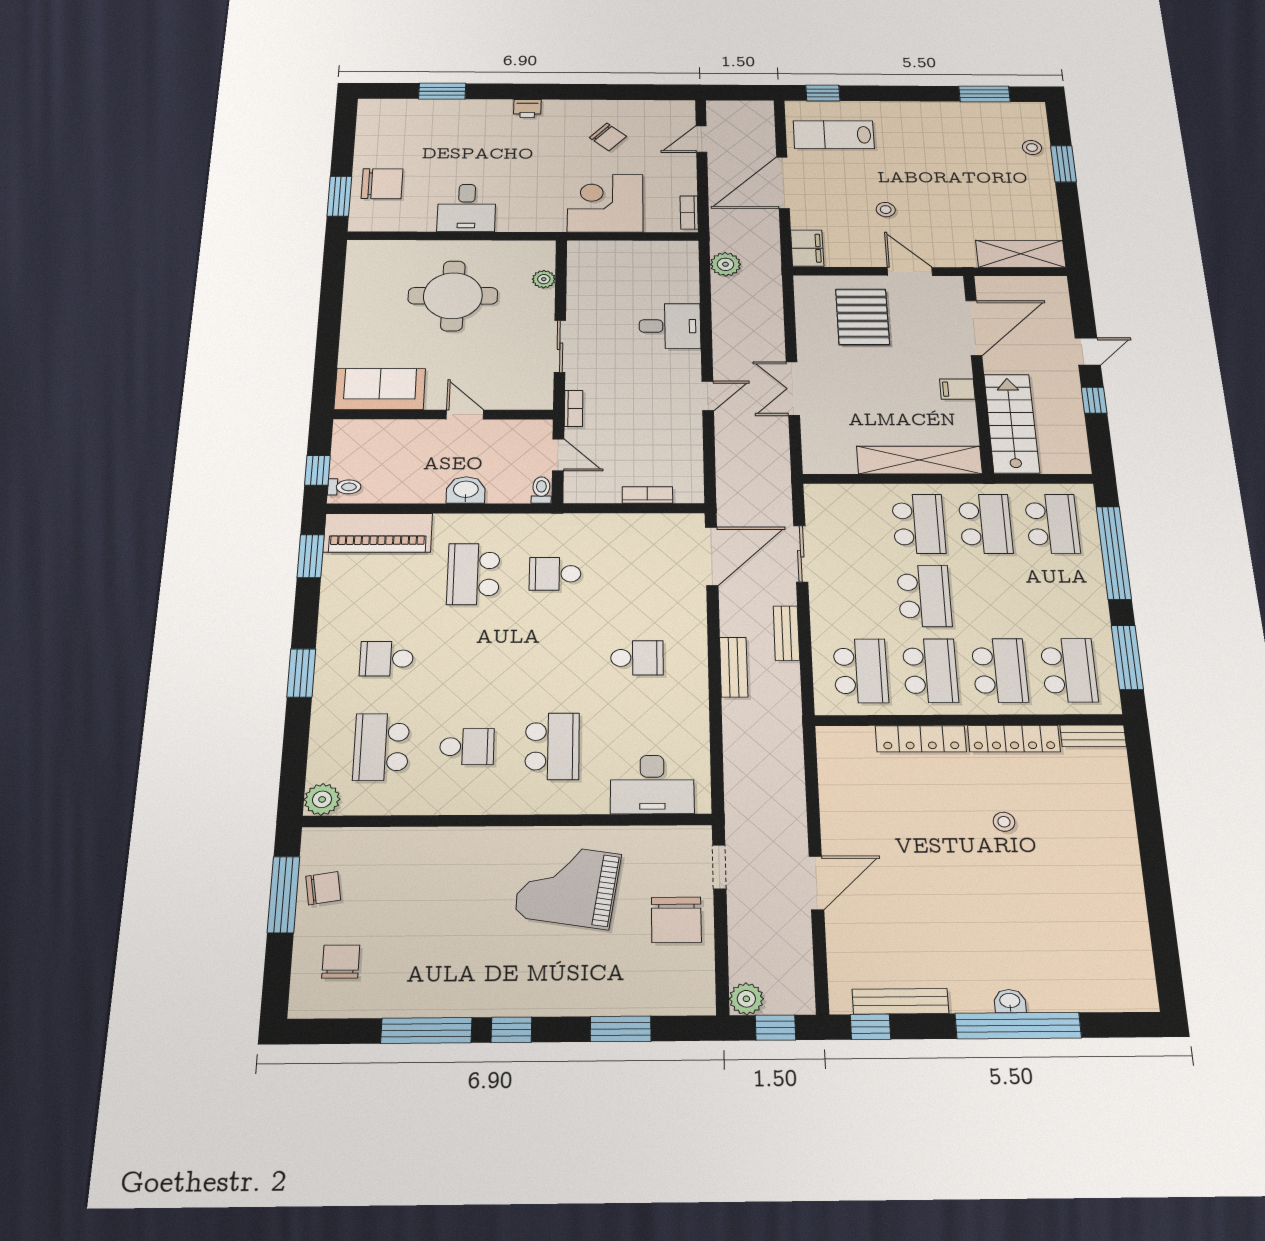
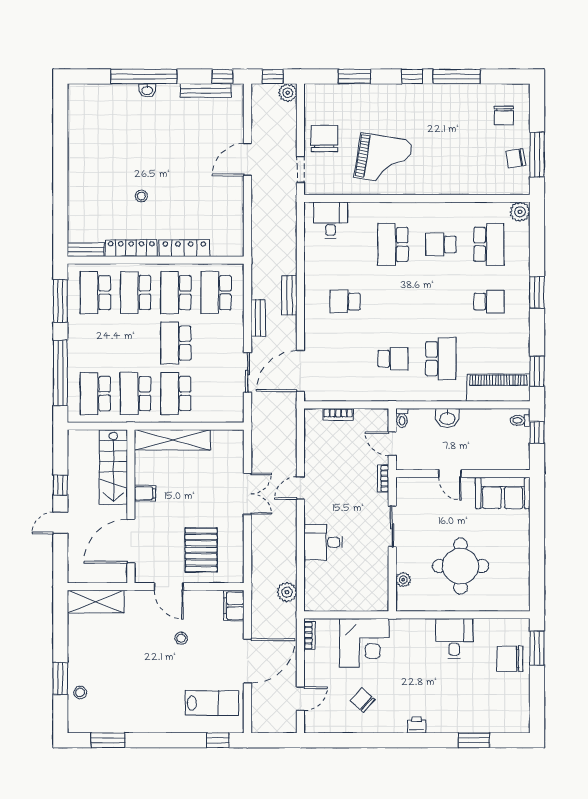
desk: (652, 784) -> (331, 220), width x0.73

